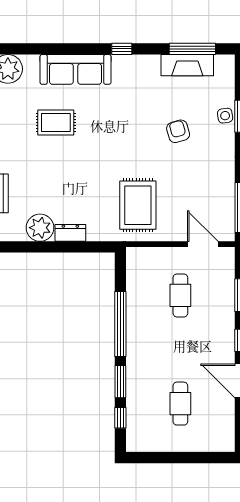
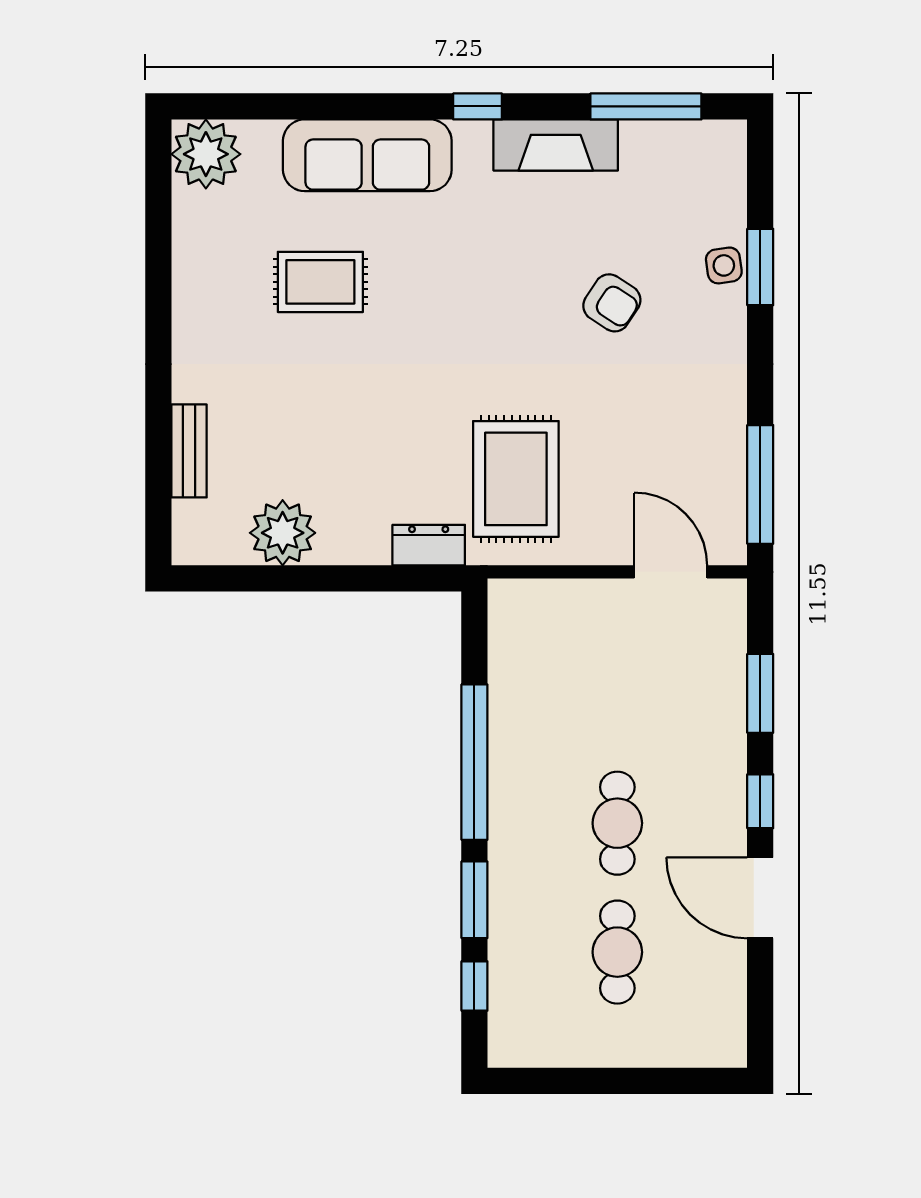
fireplace: (187, 65) -> (556, 145), moved
armchair: (178, 131) -> (612, 303), turned 139
dresser: (70, 233) -> (429, 545), moved
cafe table: (180, 295) -> (617, 823), moved

